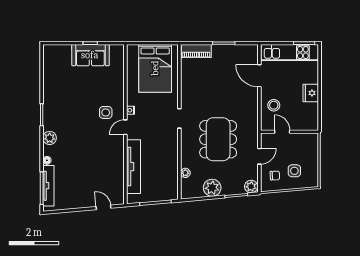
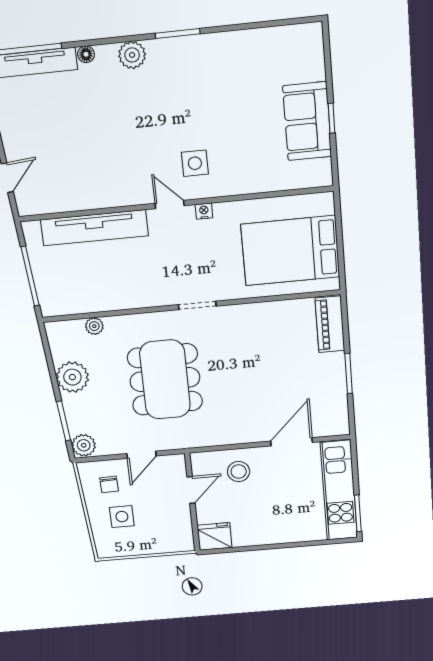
fridge: (311, 93) -> (215, 536), moved
dining table: (218, 139) -> (165, 380), turned 90
door: (259, 156) -> (141, 455), hinge flipped

